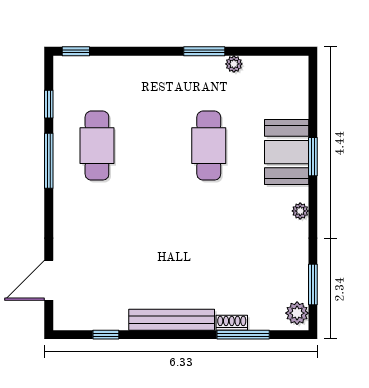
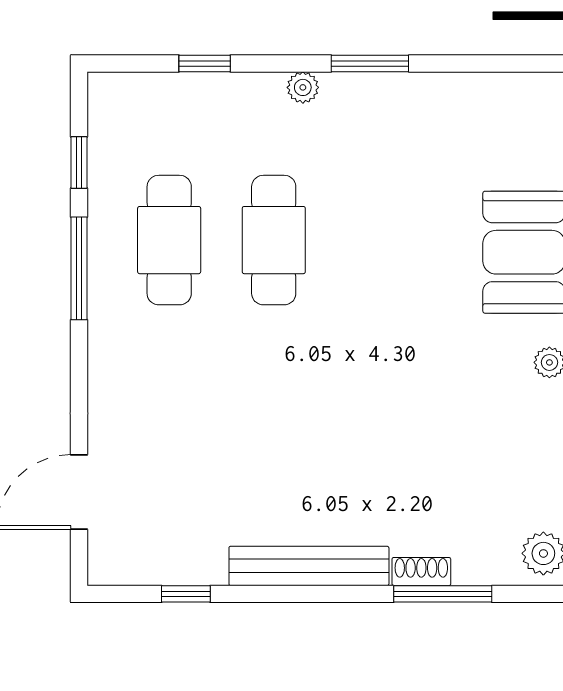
window: (76, 51) -> (205, 64), moved
plant: (234, 64) -> (303, 87), moved
cafe table: (209, 146) -> (274, 240), moved

